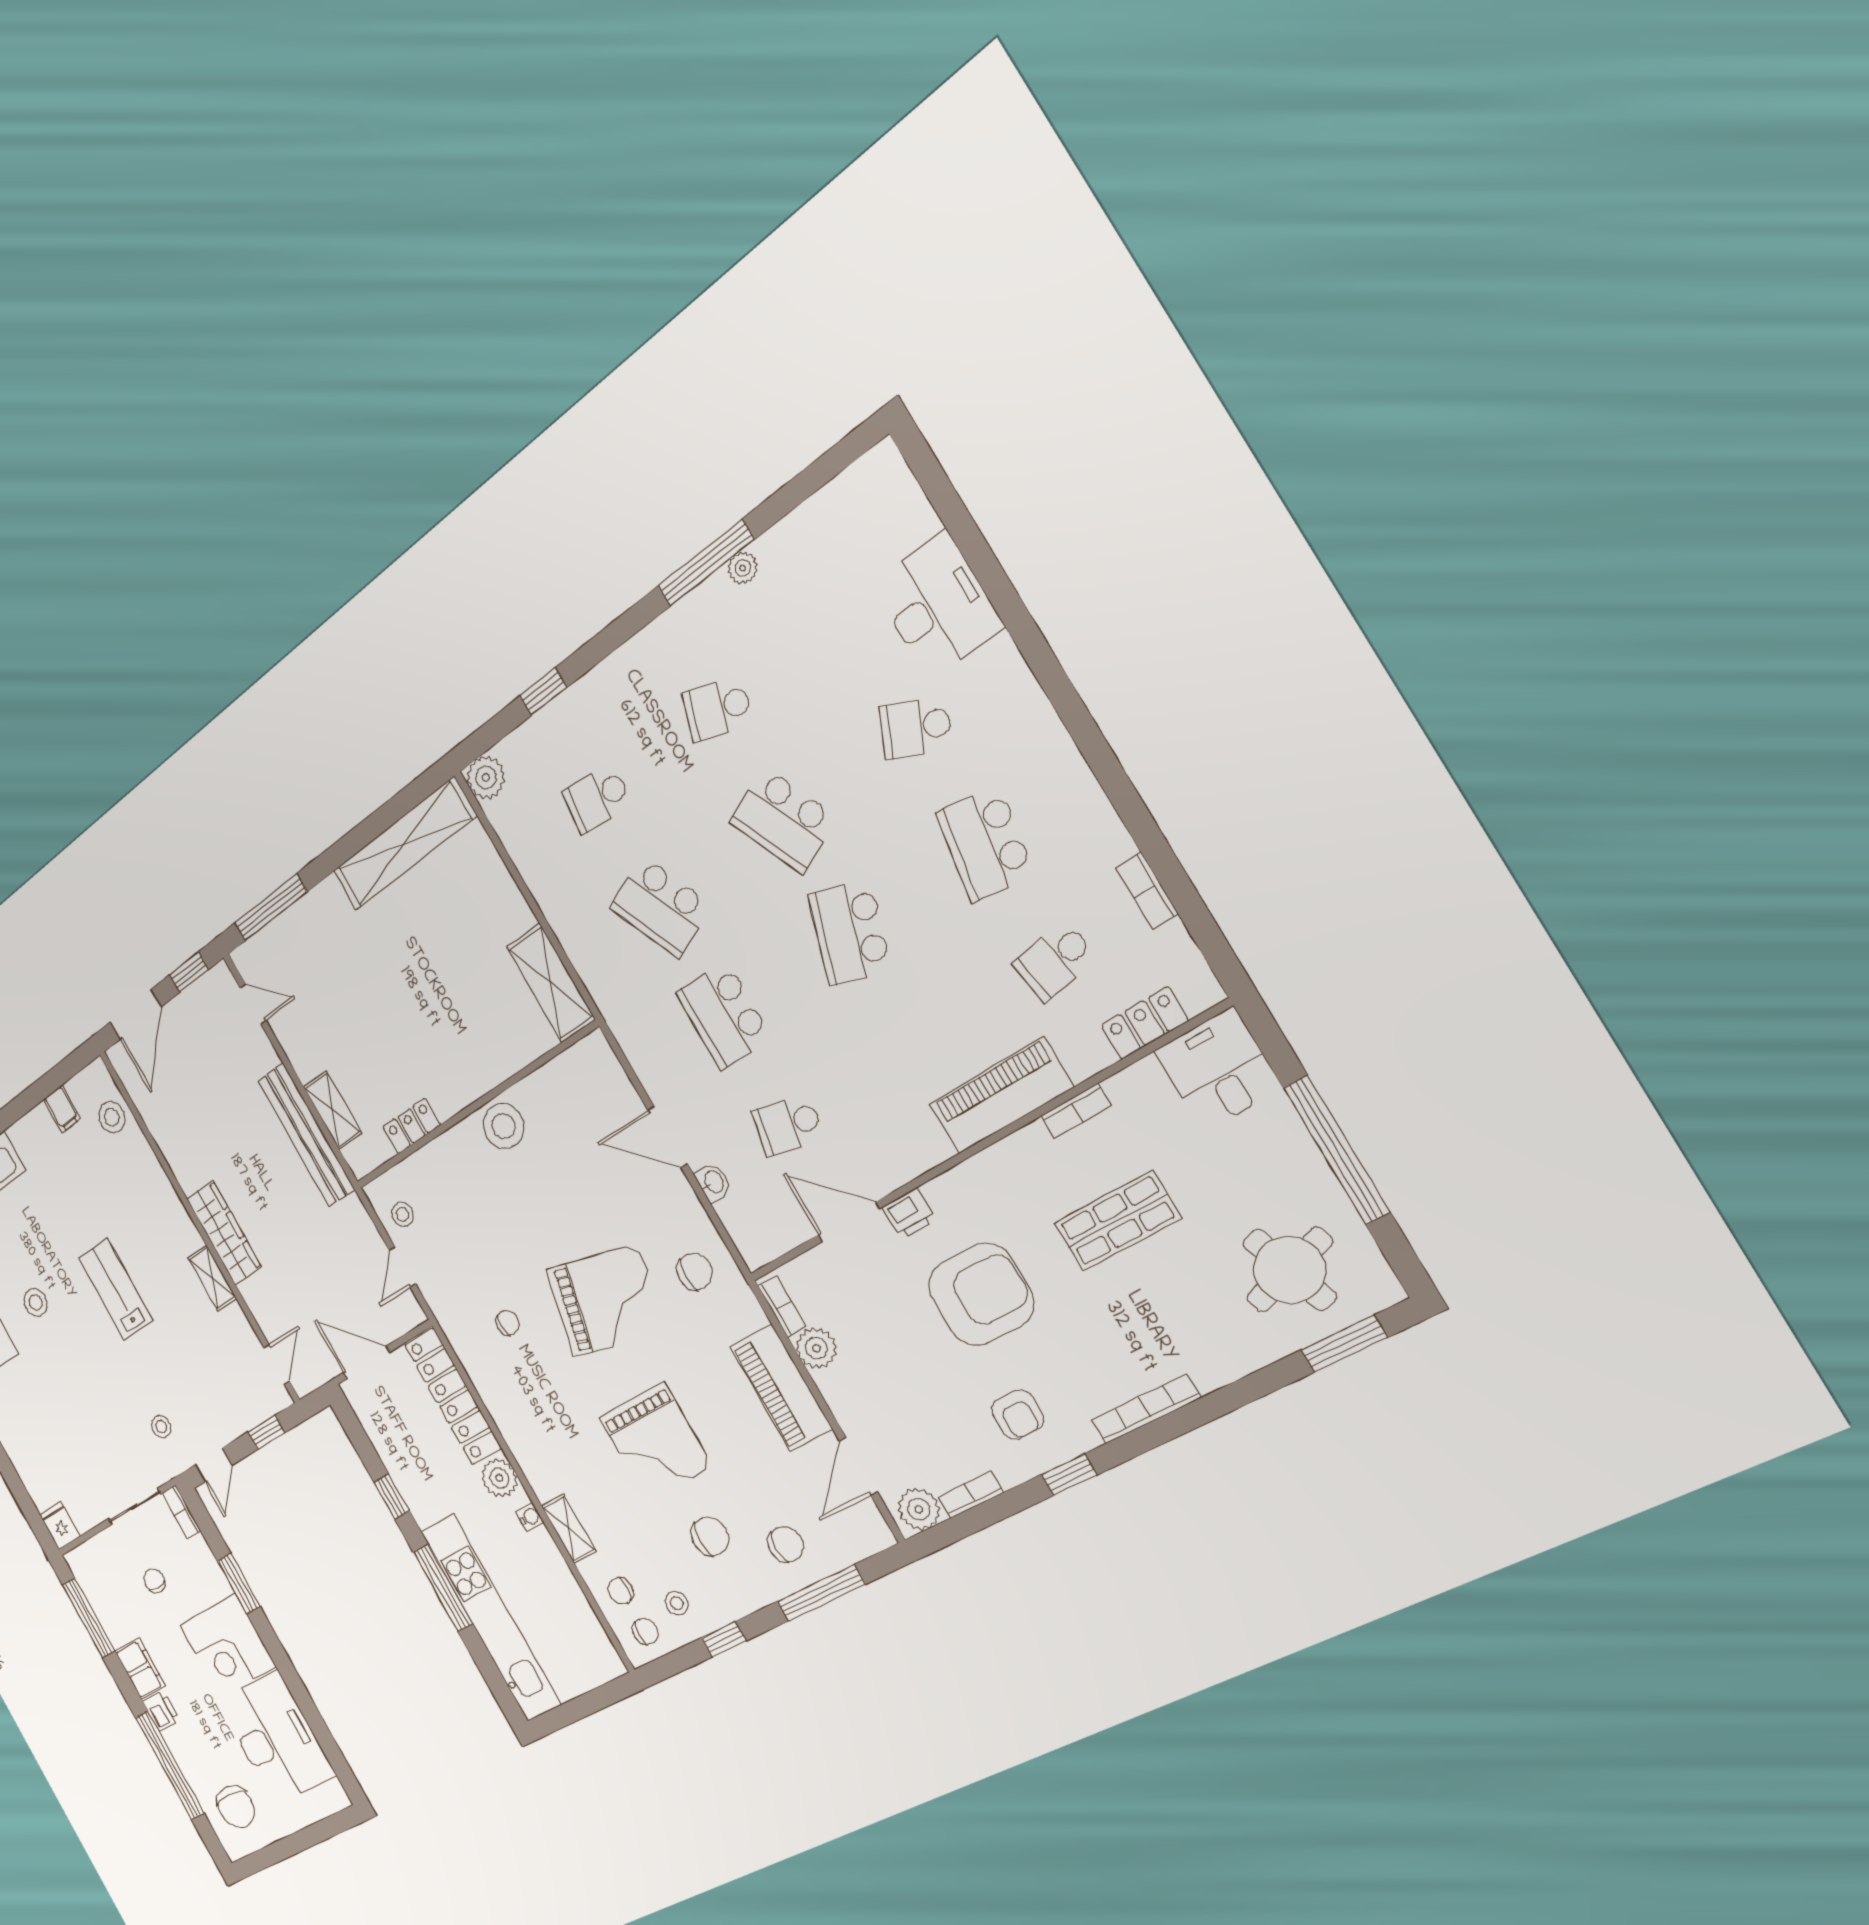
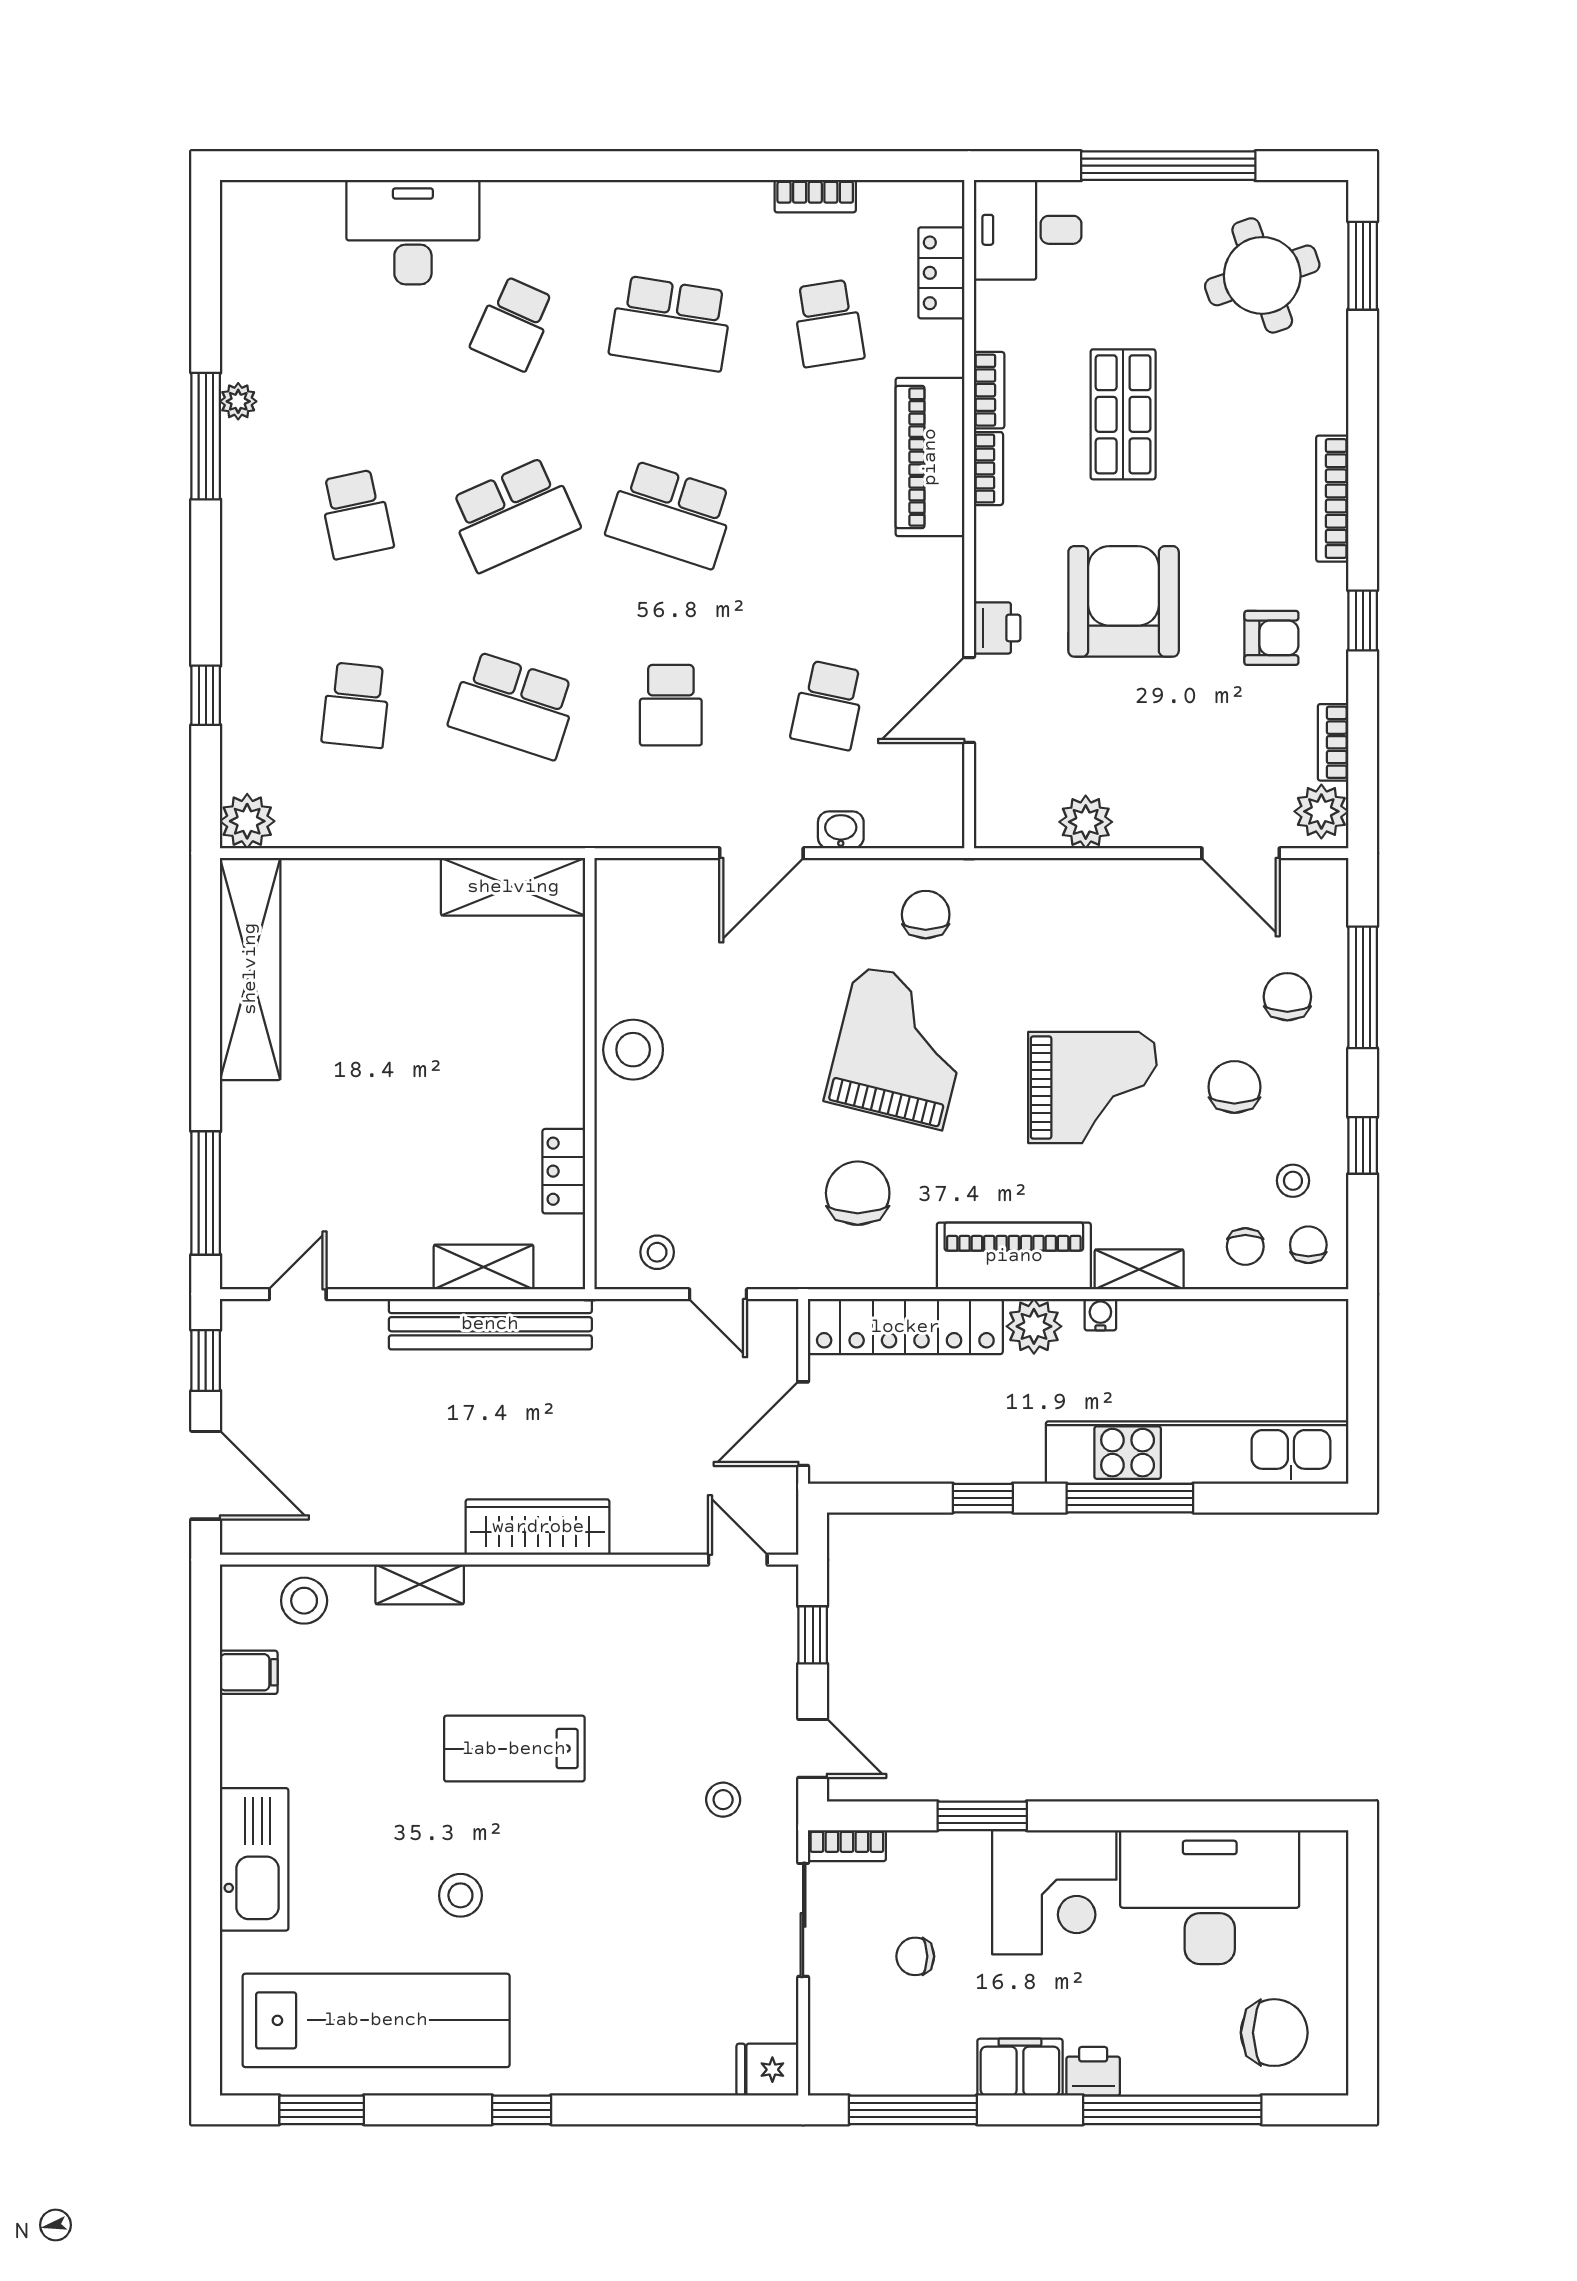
school desk: (718, 709) -> (356, 514), turned -30
school desk: (660, 907) -> (513, 705), turned 42
school desk: (724, 1015) -> (671, 705), width x0.54
shelving: (212, 1278) -> (420, 1584), moved
bookcase: (782, 1306) -> (988, 469), moved, turned 90
chair: (507, 1323) -> (858, 1193), width x1.87, depth x1.87
piano: (781, 1388) -> (1014, 1256), moved, turned 180

